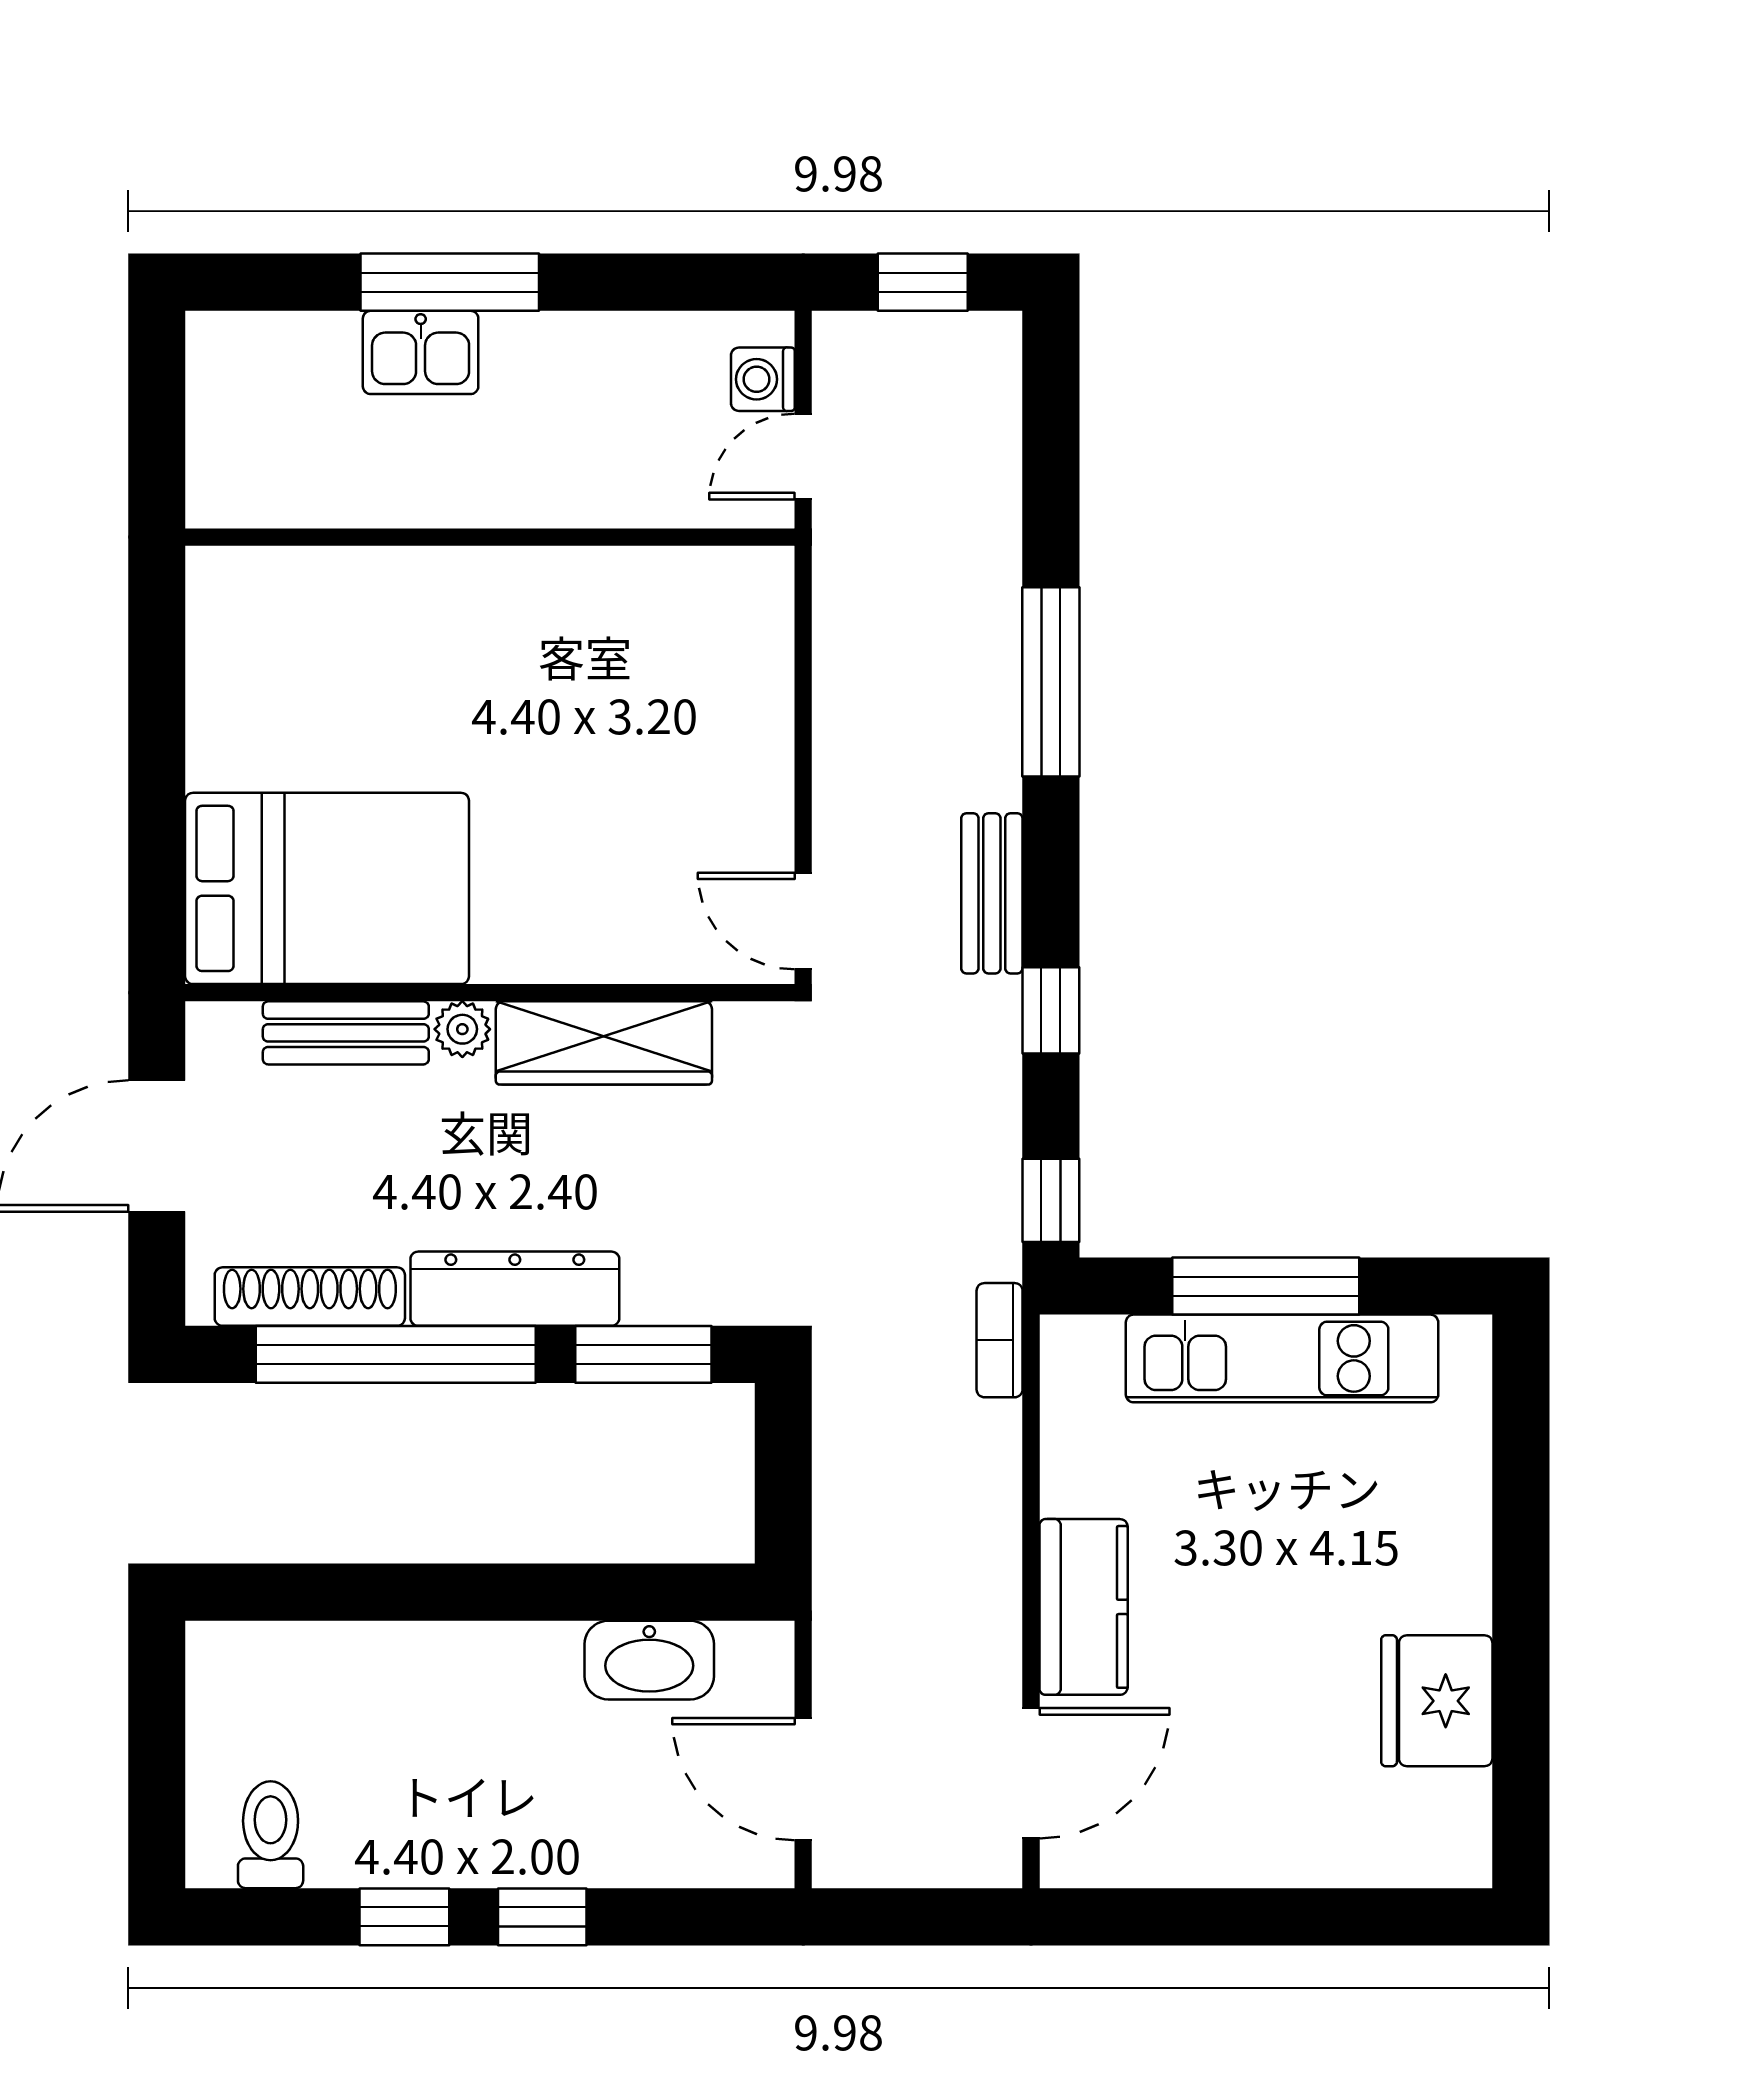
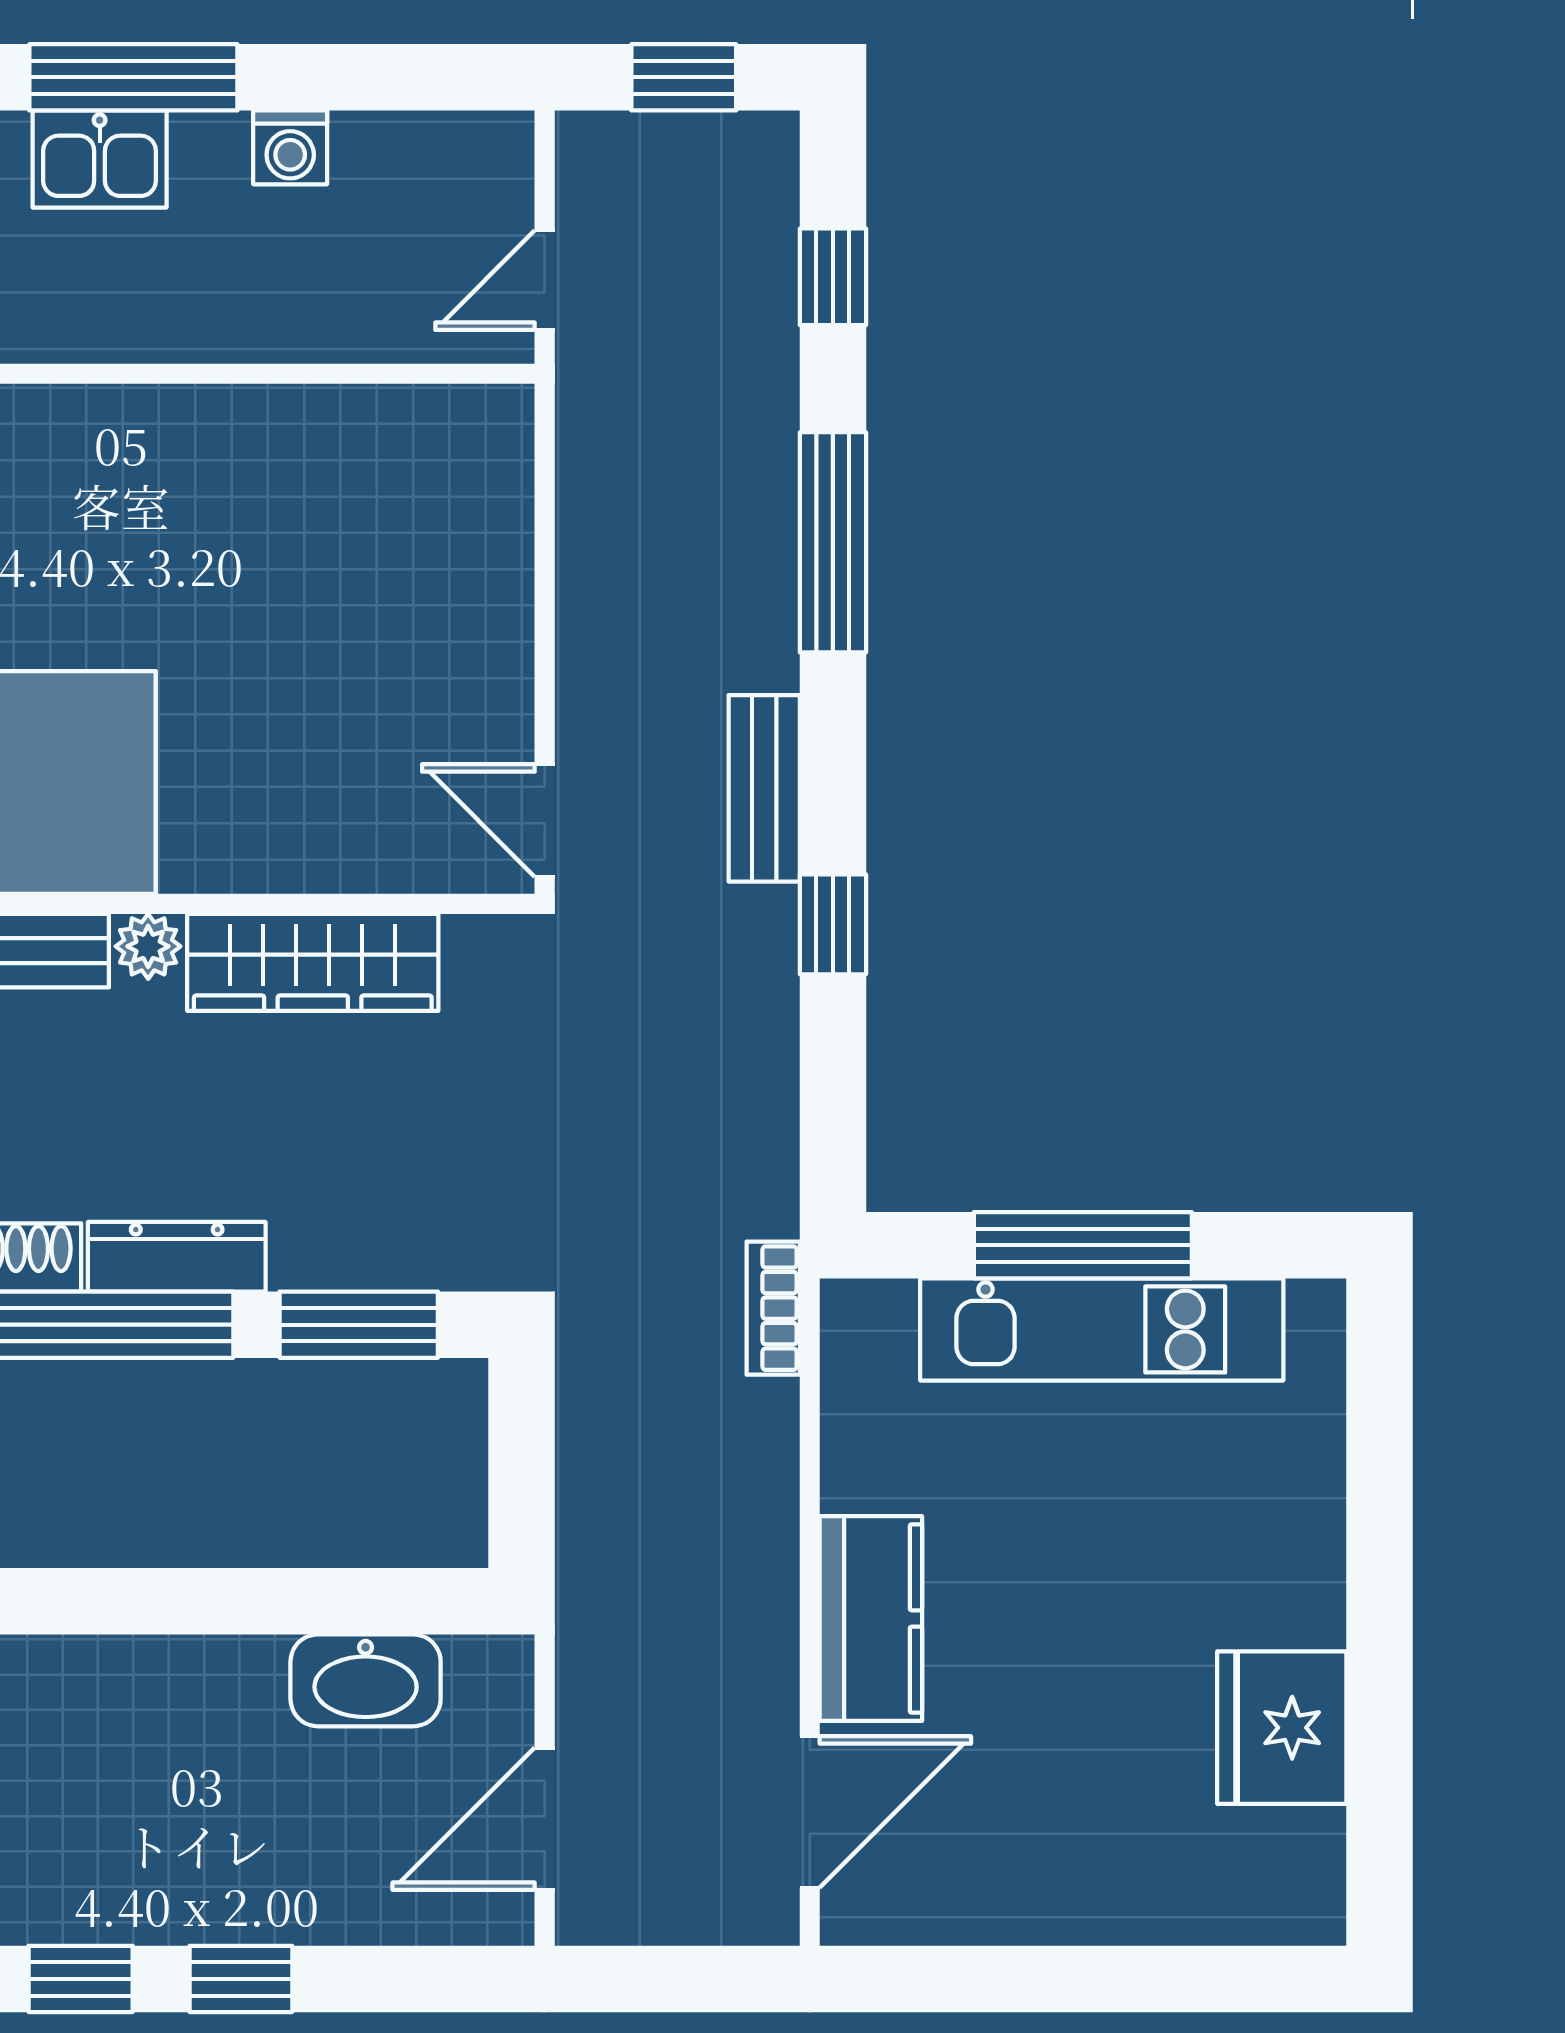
washing machine: (763, 379) -> (290, 147), moved, turned -90
window: (1051, 1200) -> (833, 277), moved
dresser: (515, 1289) -> (177, 1257), width x0.73, depth x0.80
door: (803, 1779) -> (545, 1819), hinge flipped

